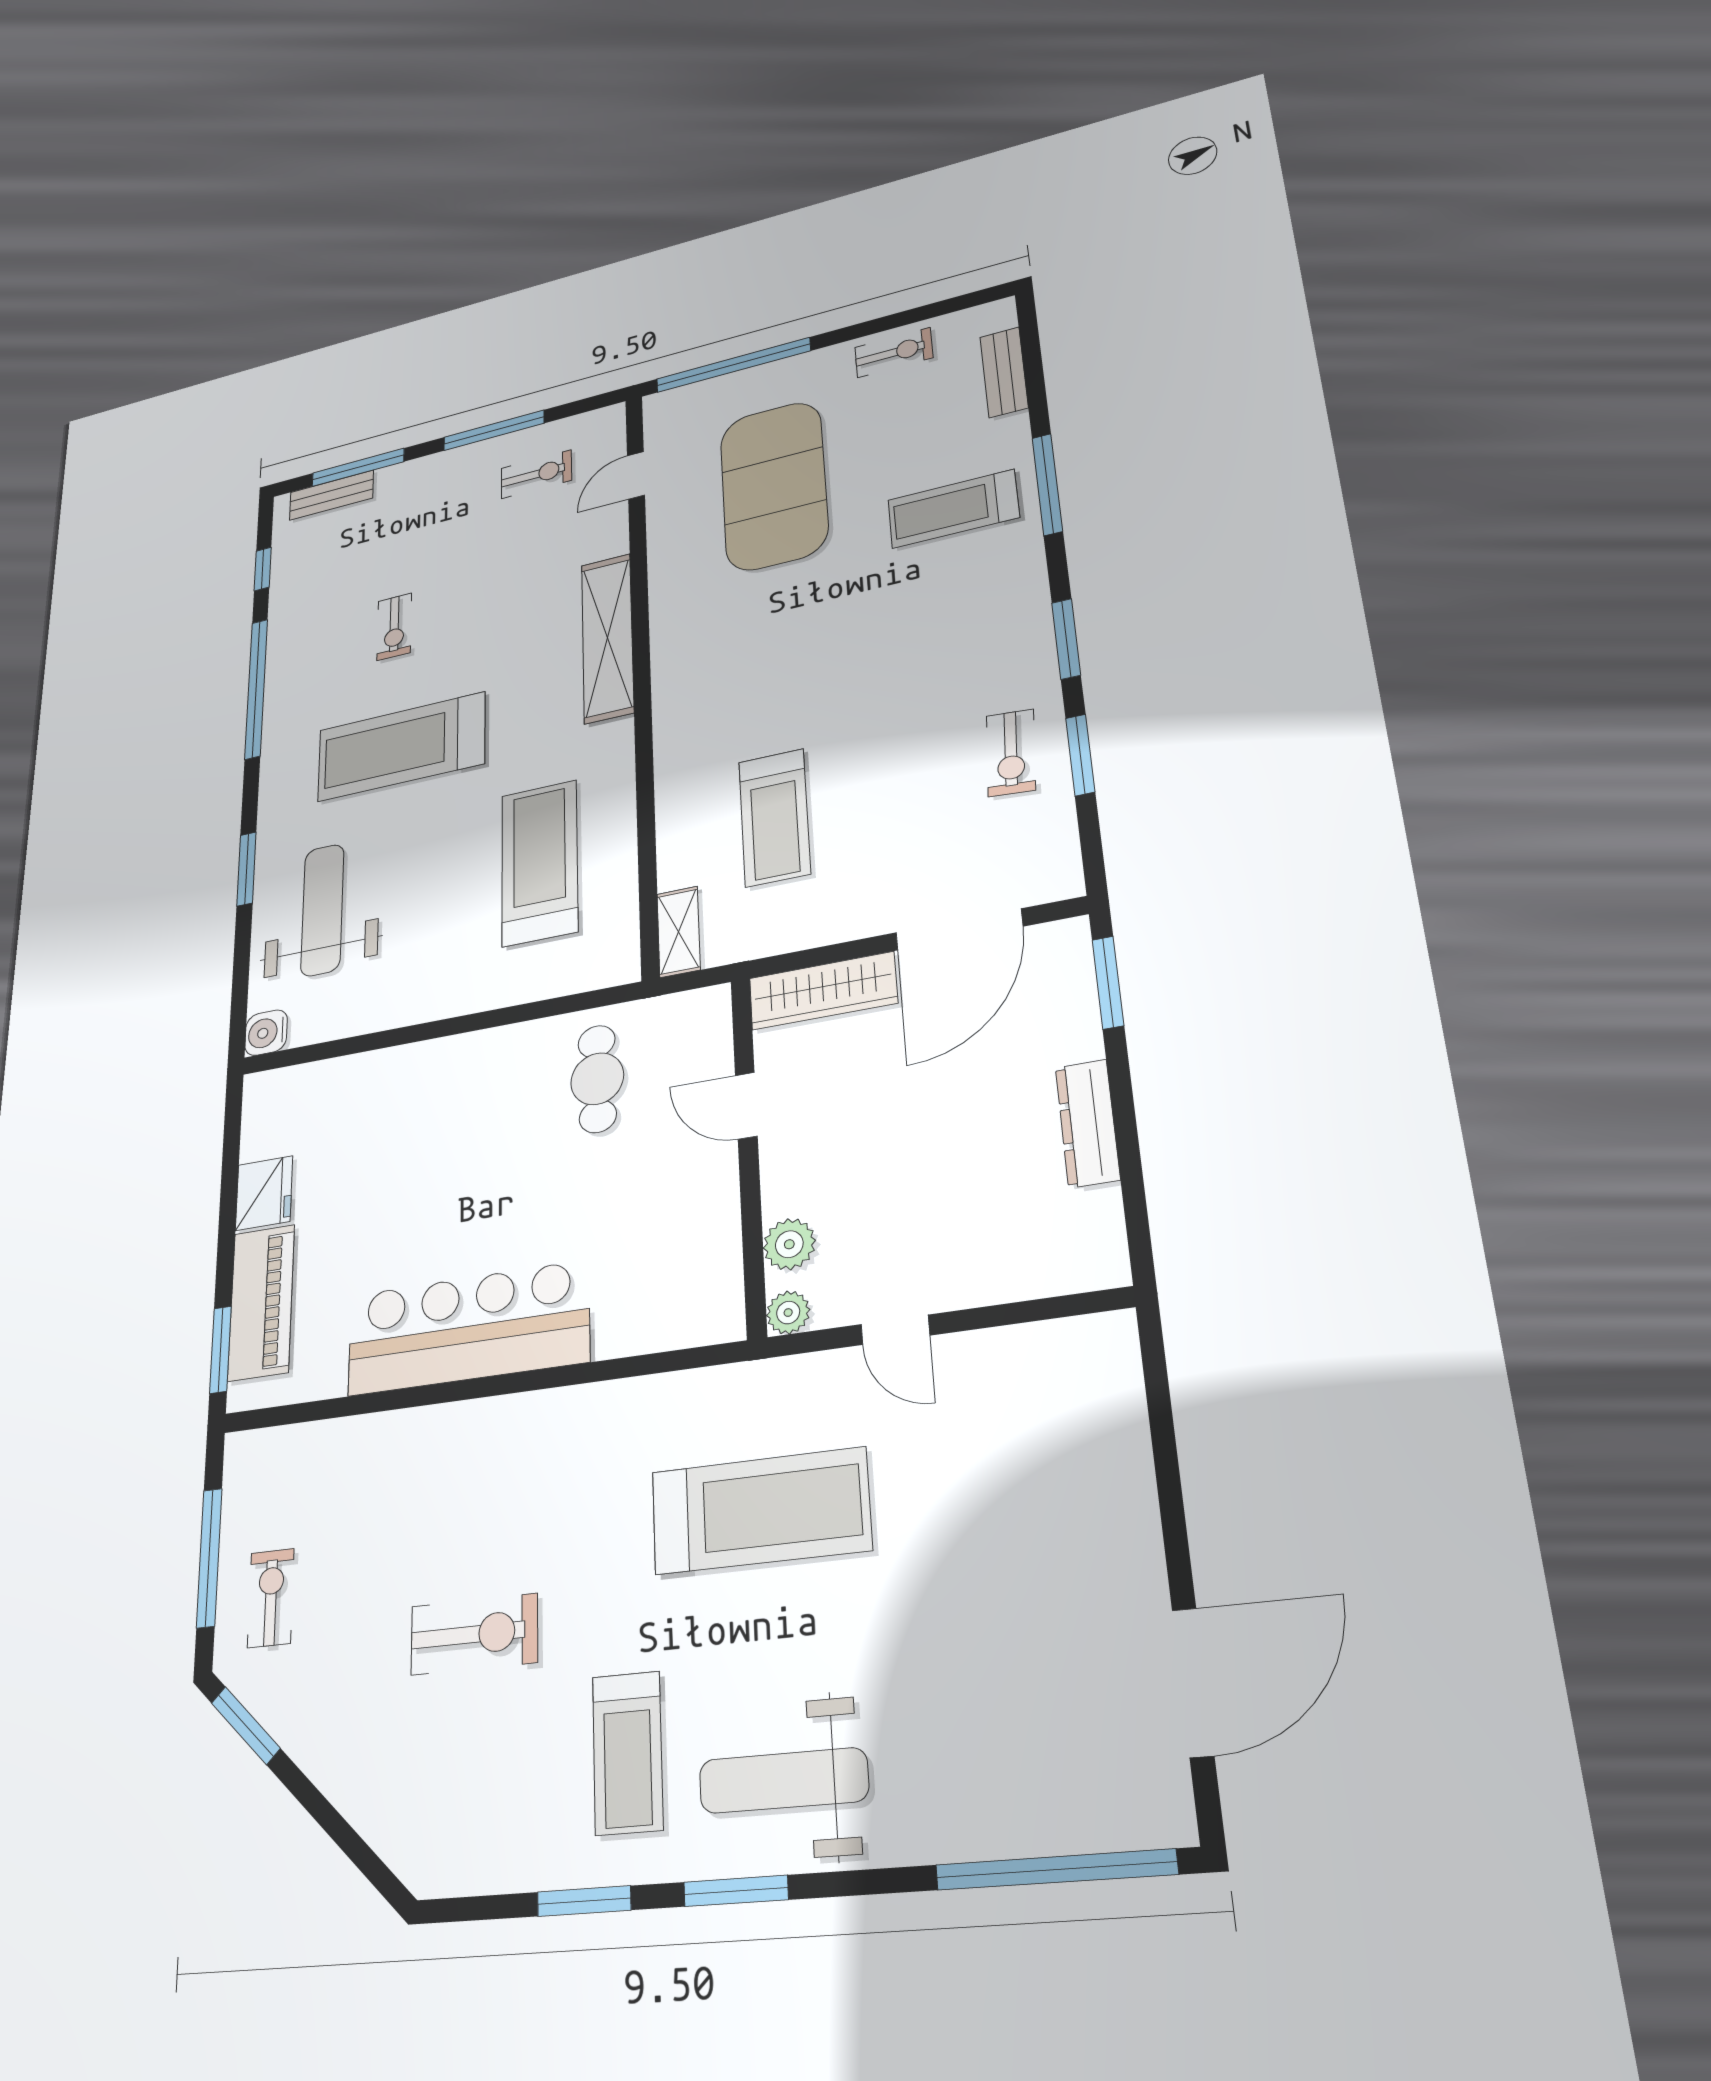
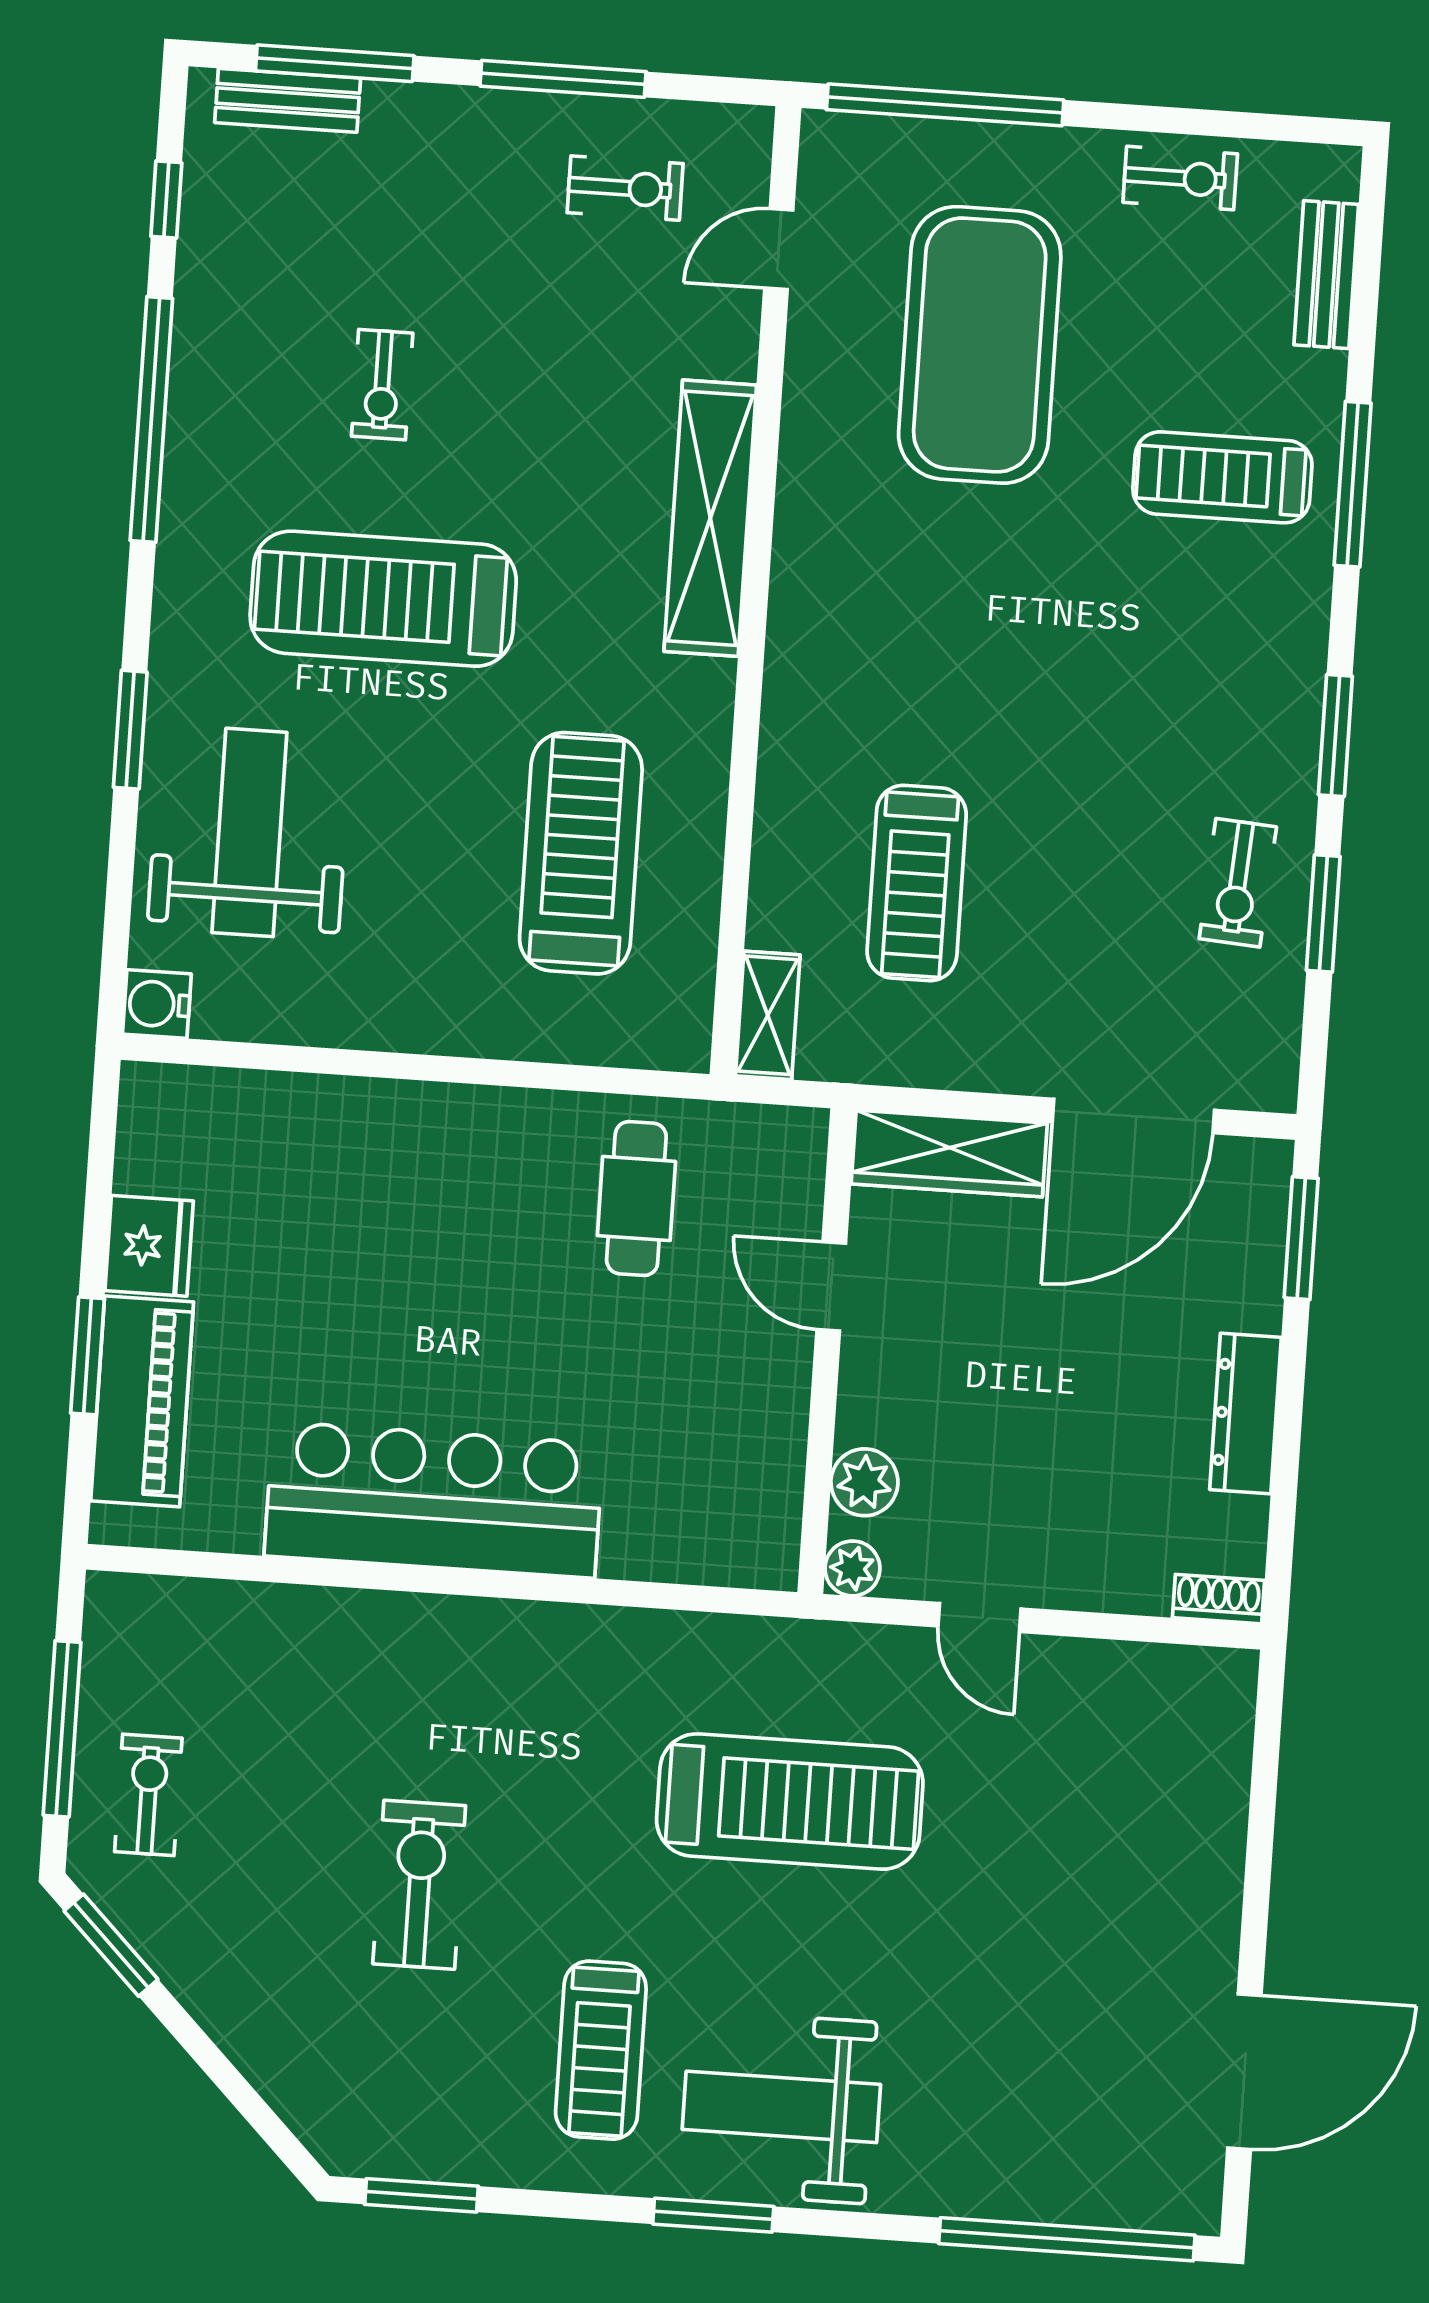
shoe rack: (1092, 1273) -> (1218, 1599), added
window: (220, 1350) -> (87, 1356), moved
exercise bike: (474, 1634) -> (419, 1885), turned -90
window: (584, 1901) -> (421, 2195), moved

